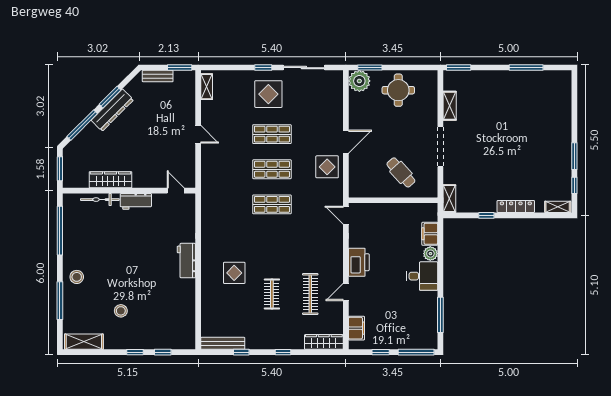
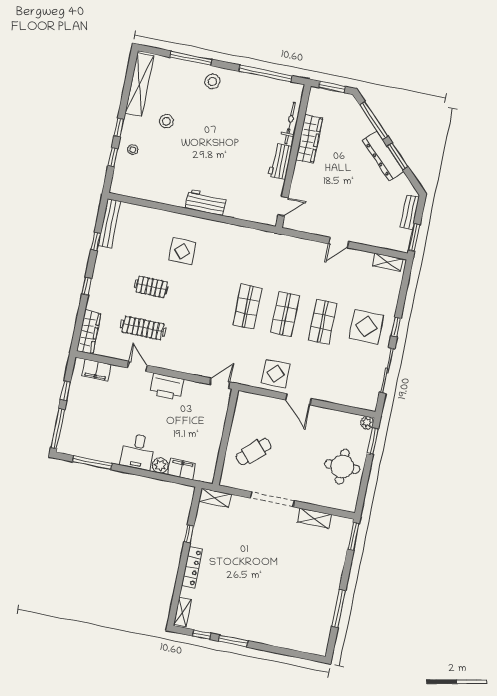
plant: (359, 81) -> (367, 423), width x0.53, depth x0.53
stool: (152, 336) -> (133, 150), added
shelving: (84, 342) -> (139, 85), width x1.47

